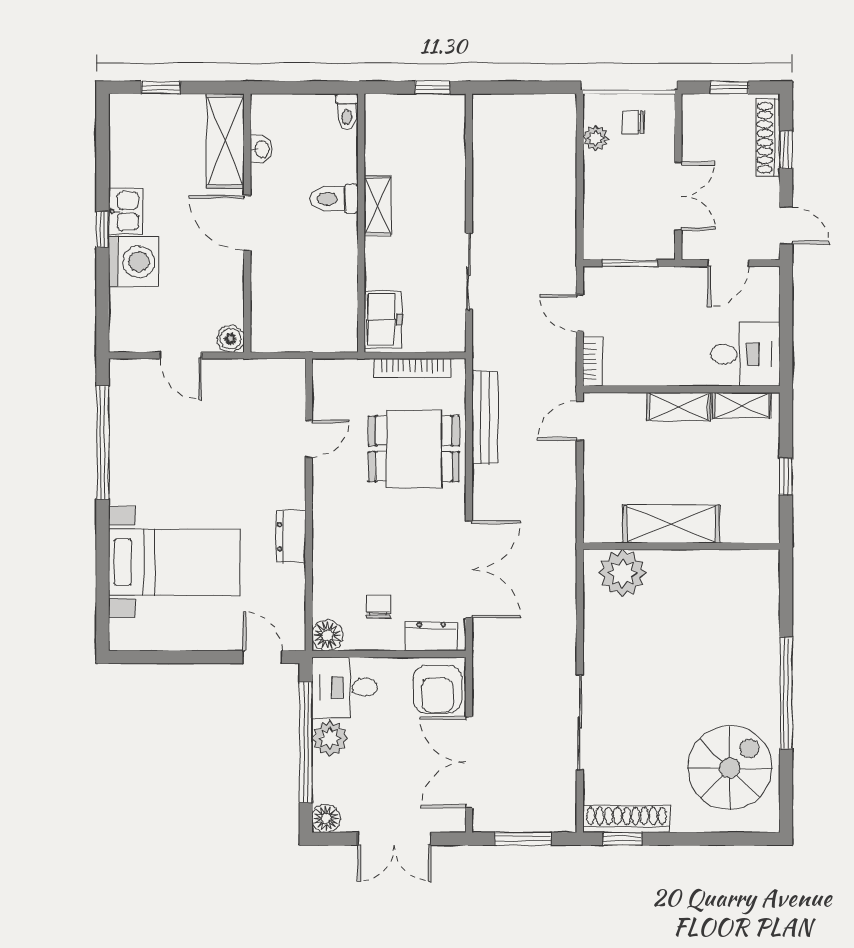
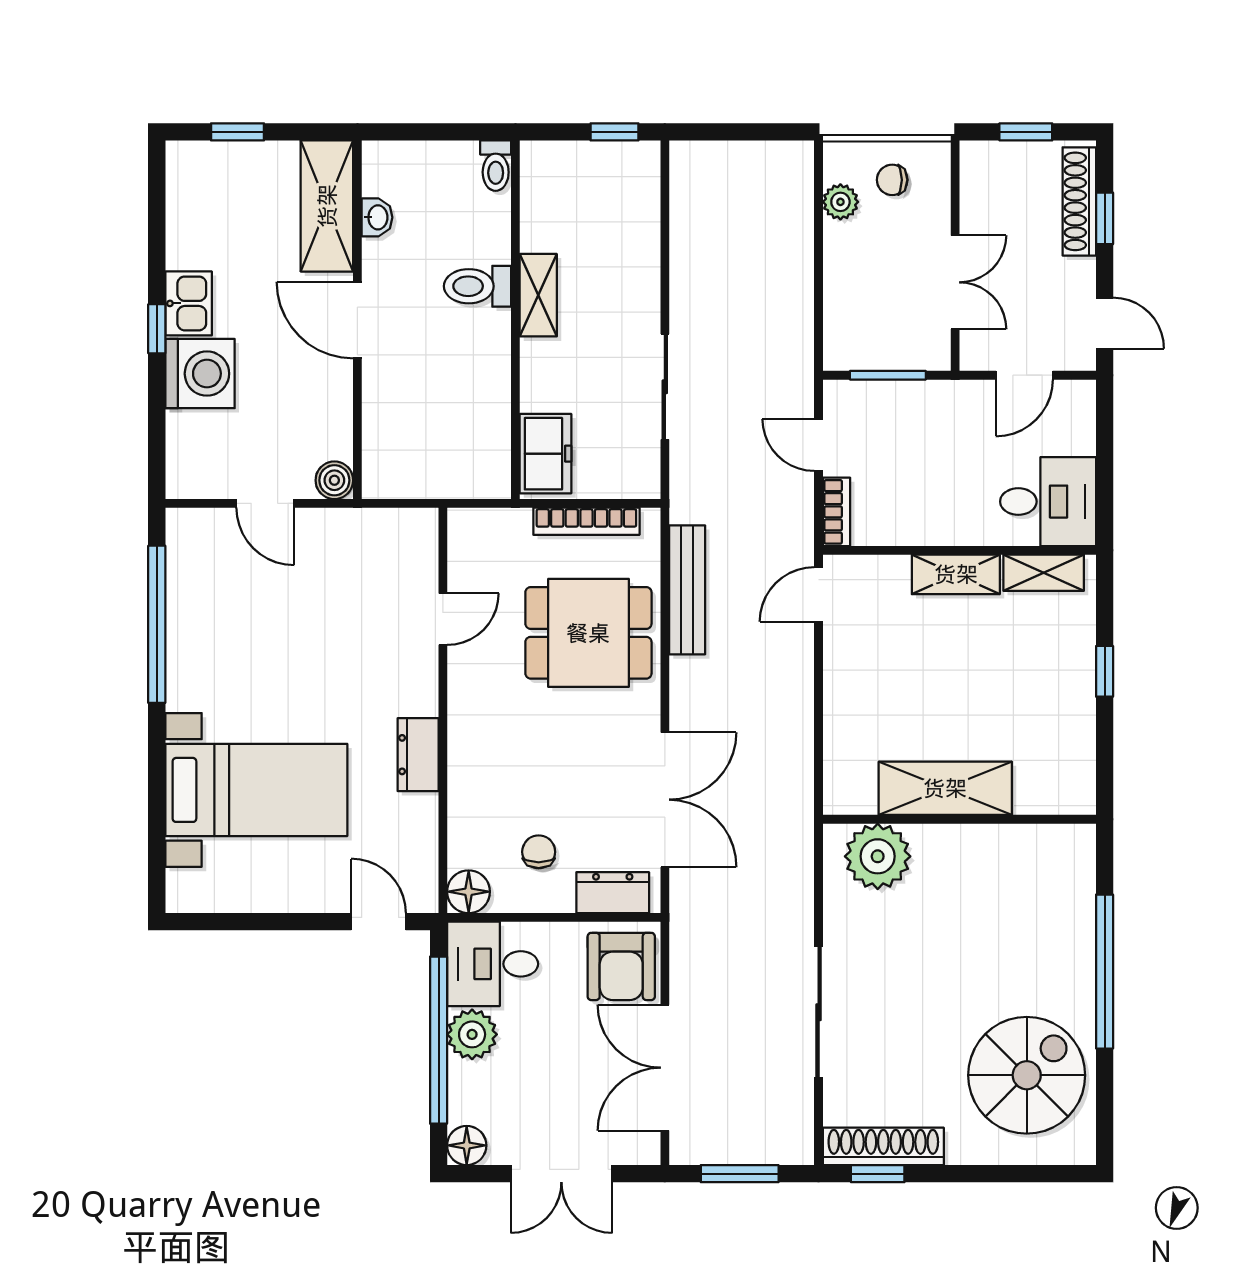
shelving: (671, 524) -> (945, 788), moved
wall: (681, 546) -> (959, 819), moved
plant: (622, 573) -> (878, 856), moved

